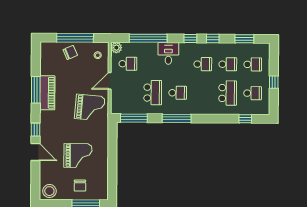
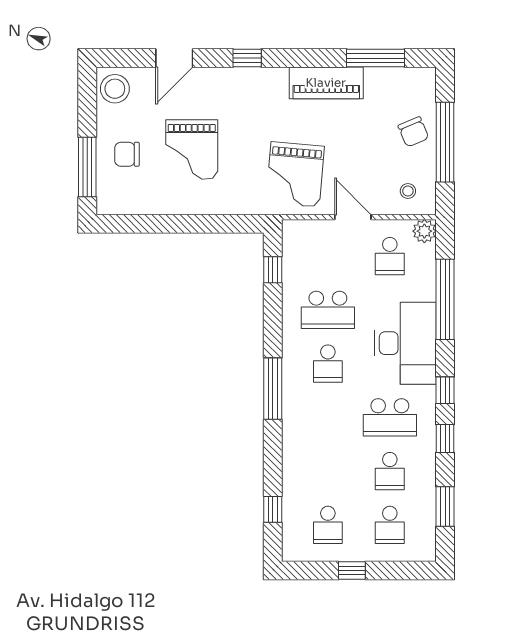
desk: (168, 53) -> (405, 343), width x1.87, depth x1.30
school desk: (203, 64) -> (390, 417), width x1.85
window: (36, 90) -> (376, 58), moved
school desk: (228, 93) -> (328, 471), removed
window: (134, 118) -> (273, 270), width x0.46
window: (177, 118) -> (273, 389), moved
door: (35, 152) -> (174, 58), moved

